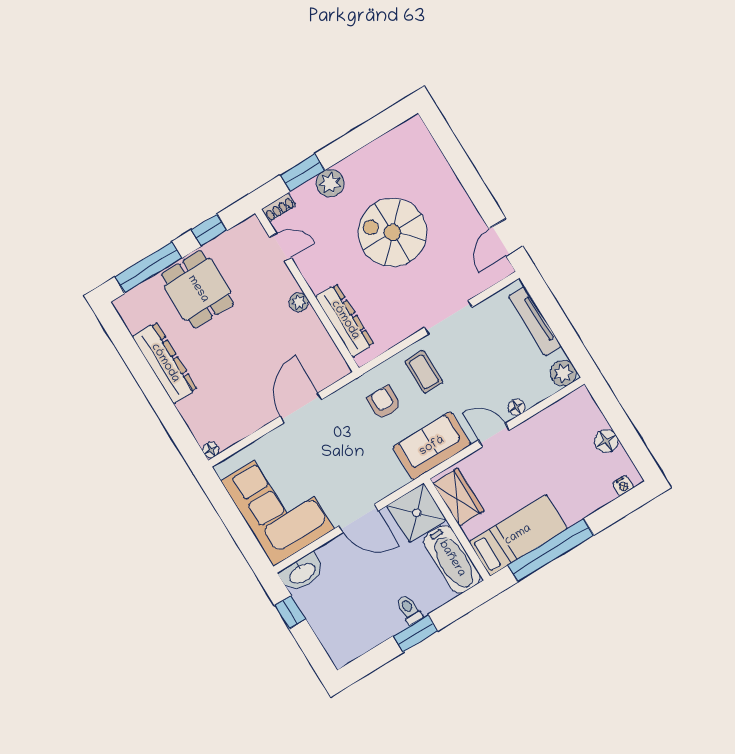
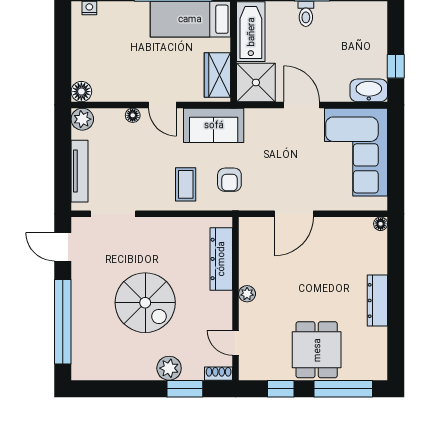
window: (461, 165) -> (63, 322), added
door: (506, 238) -> (63, 247), swing flipped
doorway: (448, 317) -> (113, 214), moved
dresser: (165, 363) -> (377, 301), width x0.73, depth x0.80
floor lamp: (606, 441) -> (81, 92), moved

